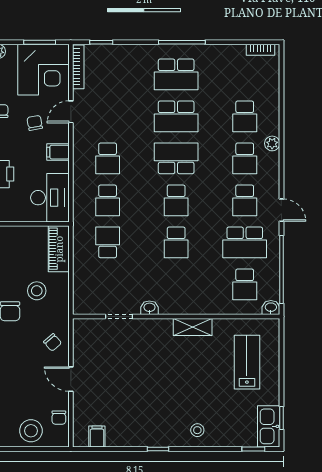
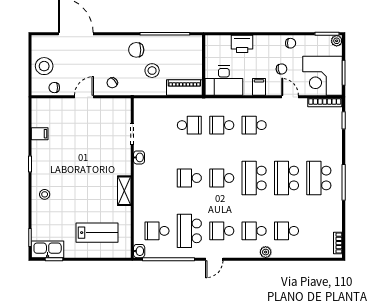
school desk: (176, 158) -> (254, 178), turned 180
filing cabinet: (97, 437) -> (40, 134), moved

